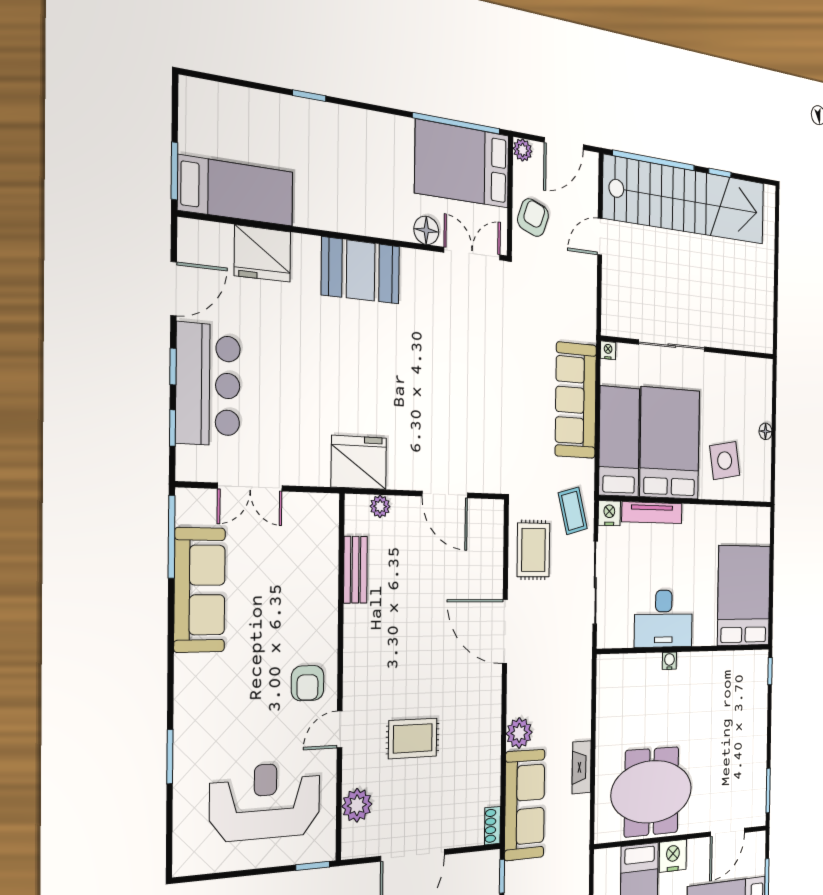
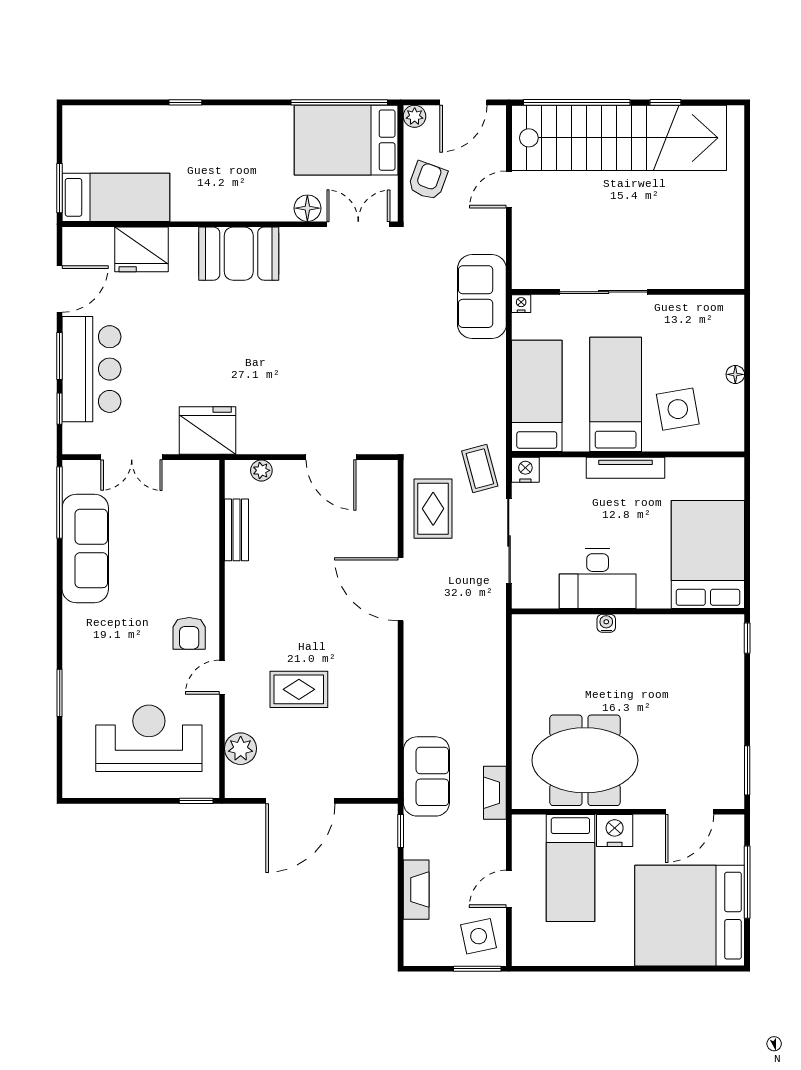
window: (173, 367) -> (60, 356), width x1.50
sofa: (576, 400) -> (482, 297), moved, width x0.73
bed: (670, 443) -> (616, 394), width x0.67
fridge: (359, 462) -> (207, 430), moved
tv unit: (652, 513) -> (626, 468), moved
plant: (519, 733) -> (419, 690), removed
fireplace: (582, 767) -> (495, 793), moved
sofa: (525, 805) -> (426, 776), width x0.73
shoe rack: (492, 826) -> (389, 780), removed

